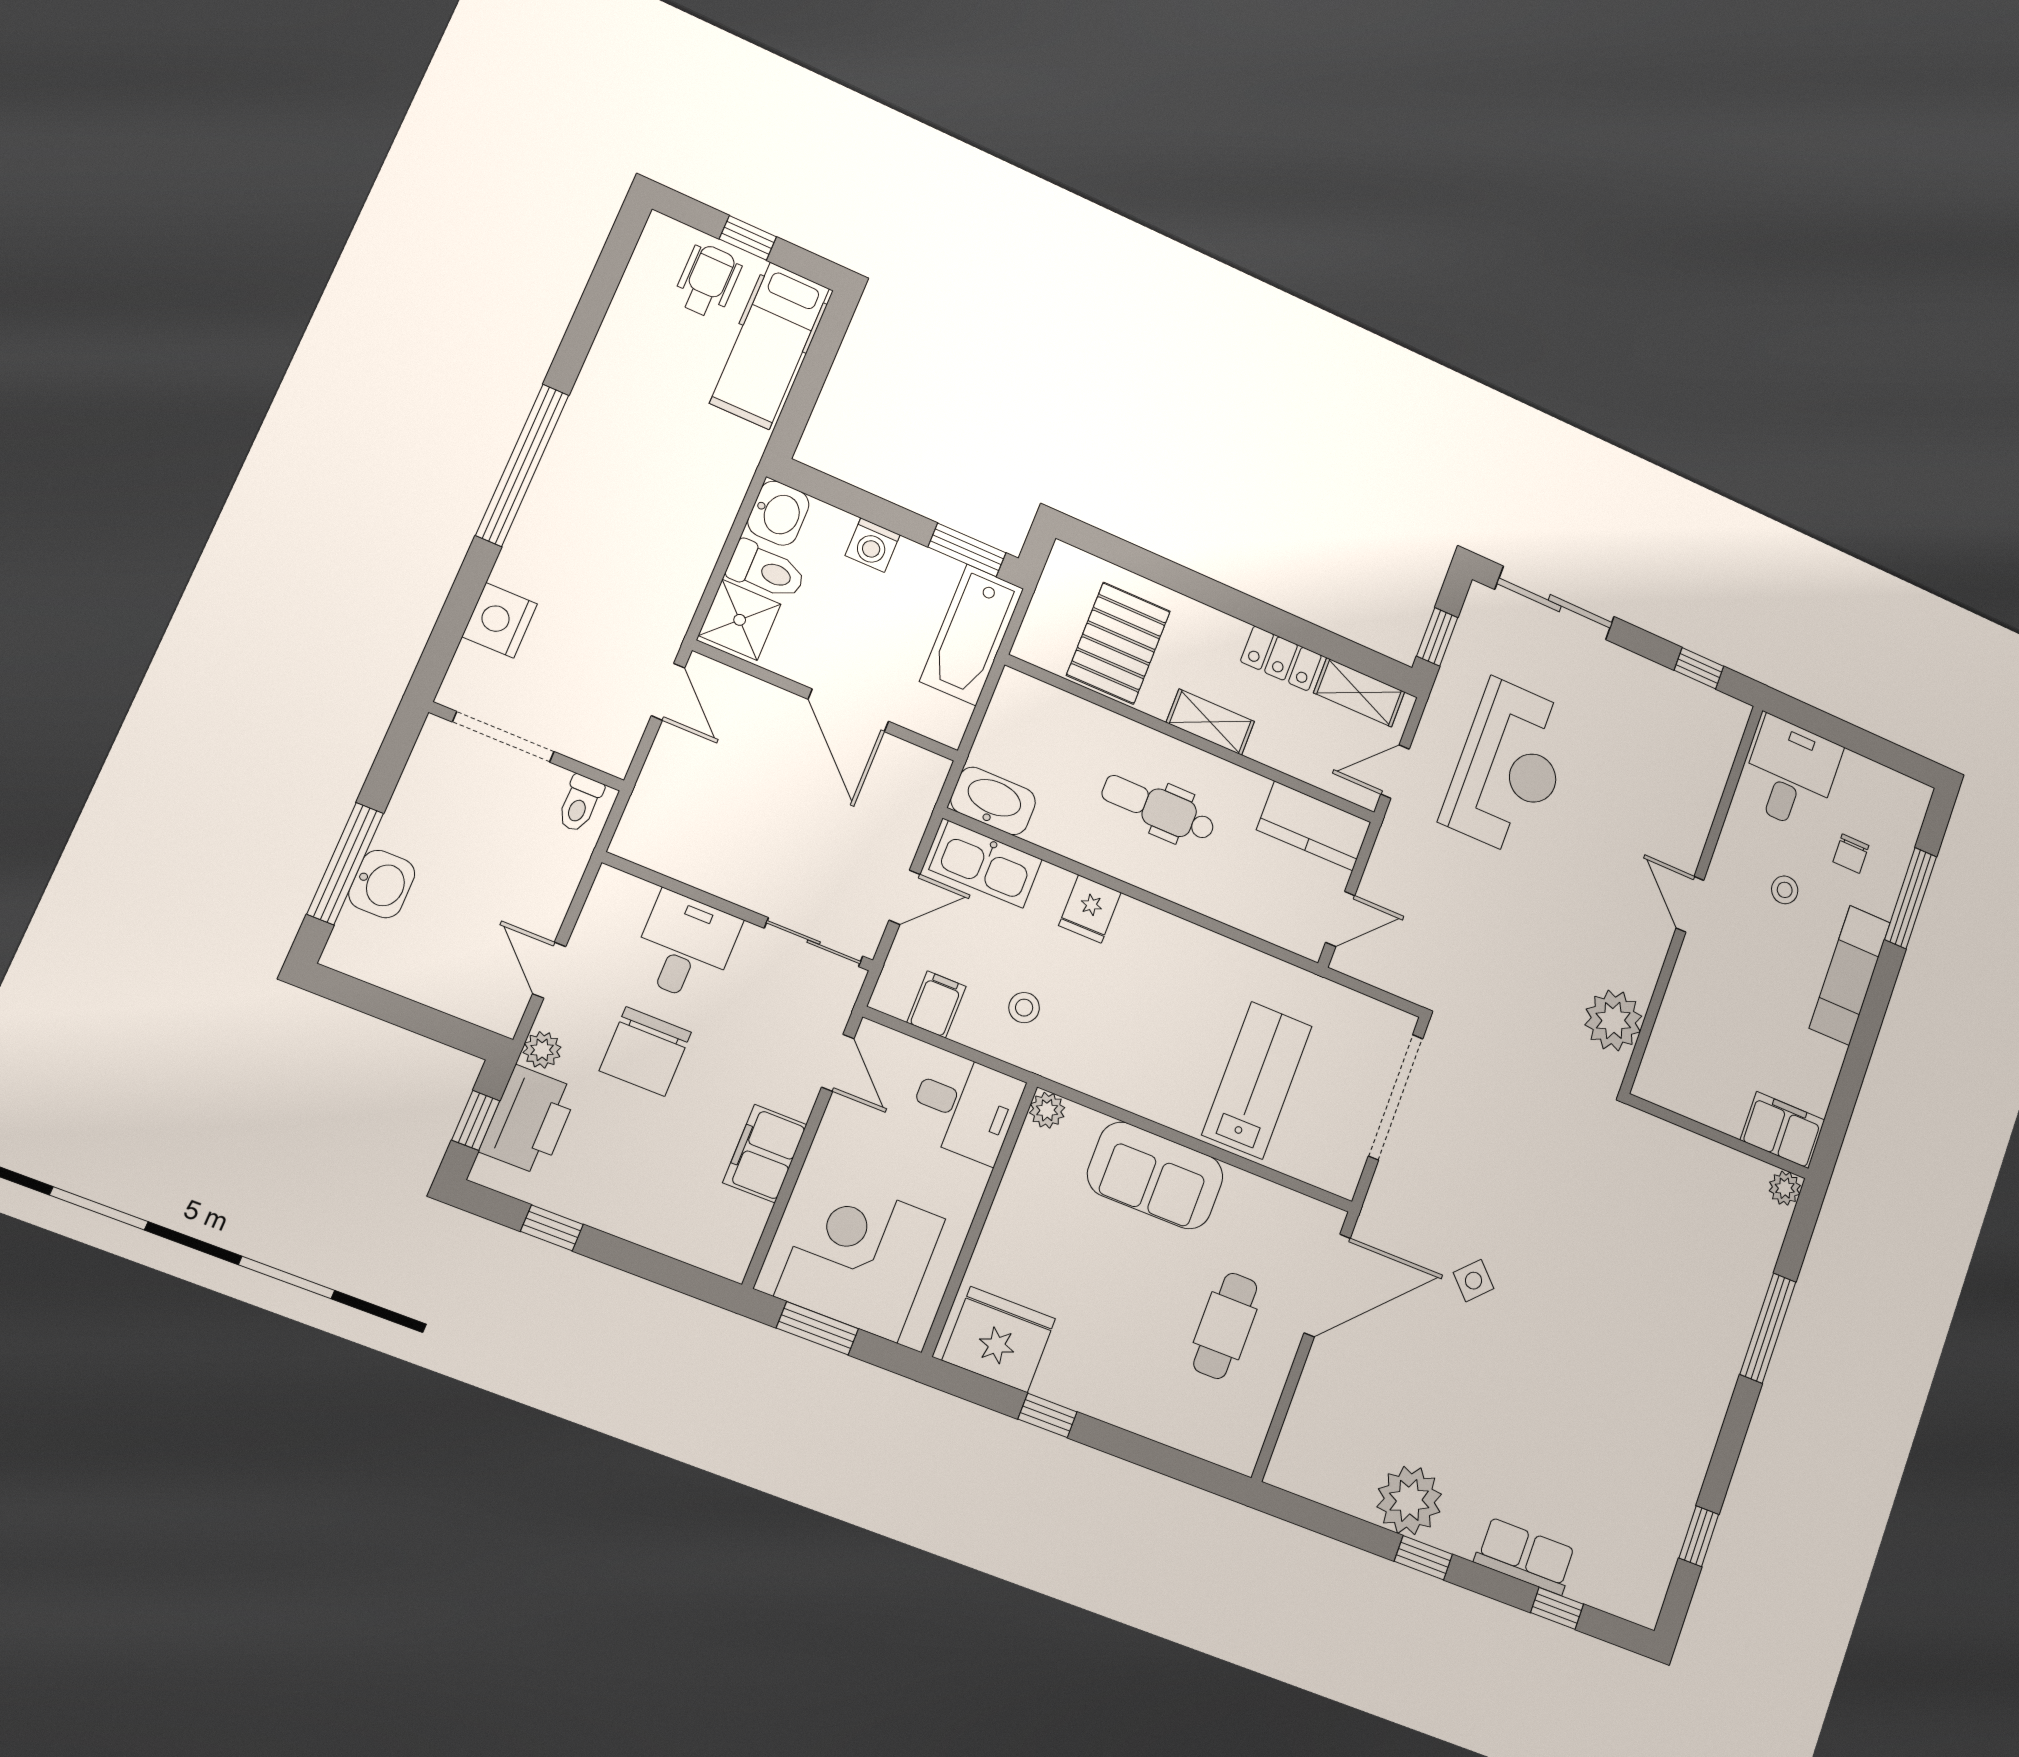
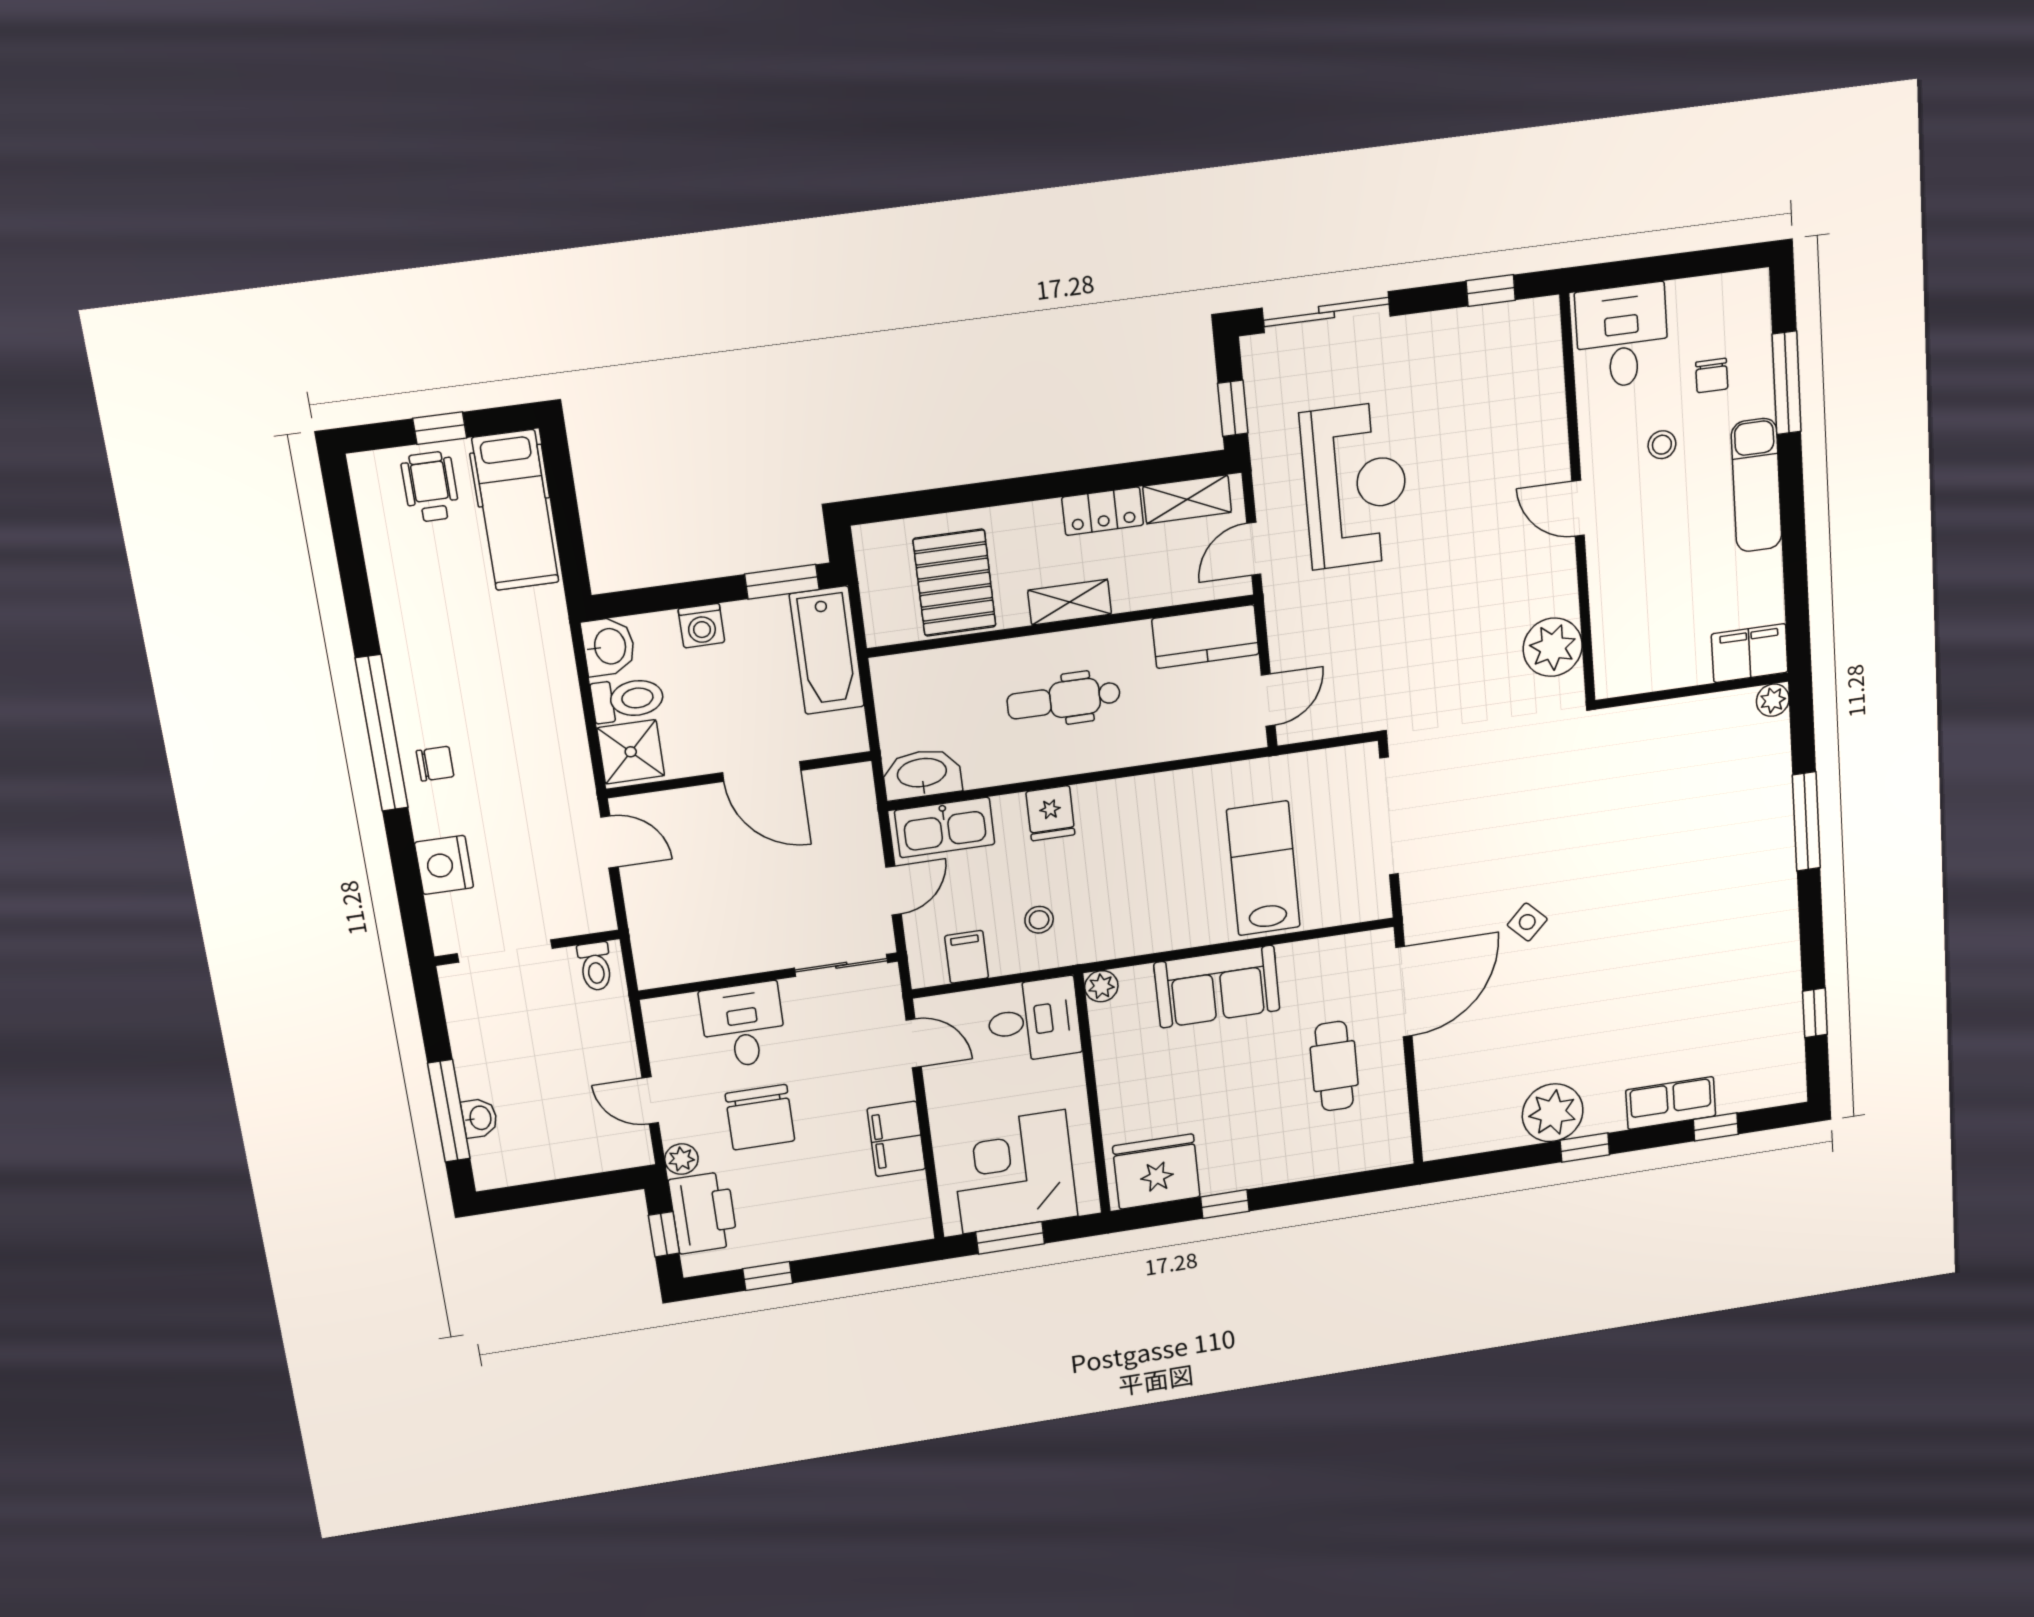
chair: (553, 522) -> (435, 764), added
washbasin: (382, 884) -> (480, 1118), width x0.72, depth x0.69

